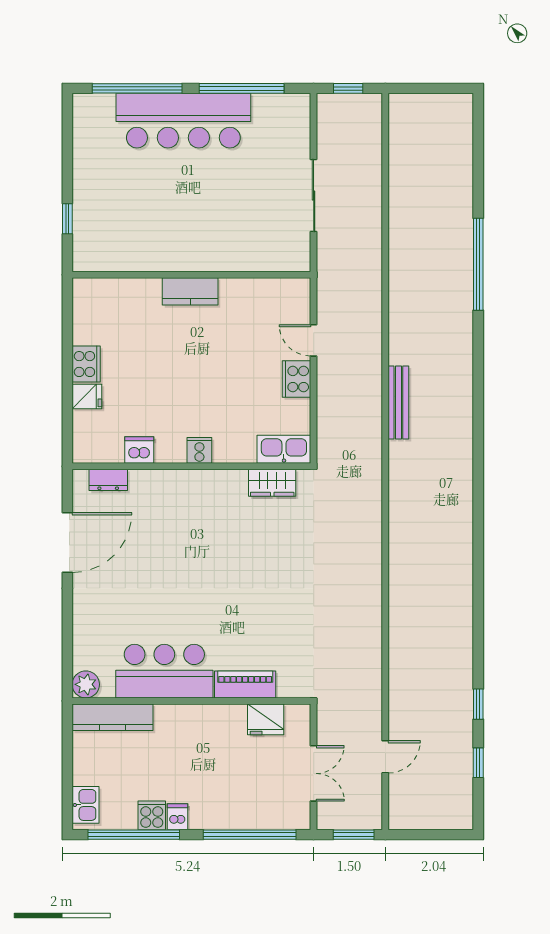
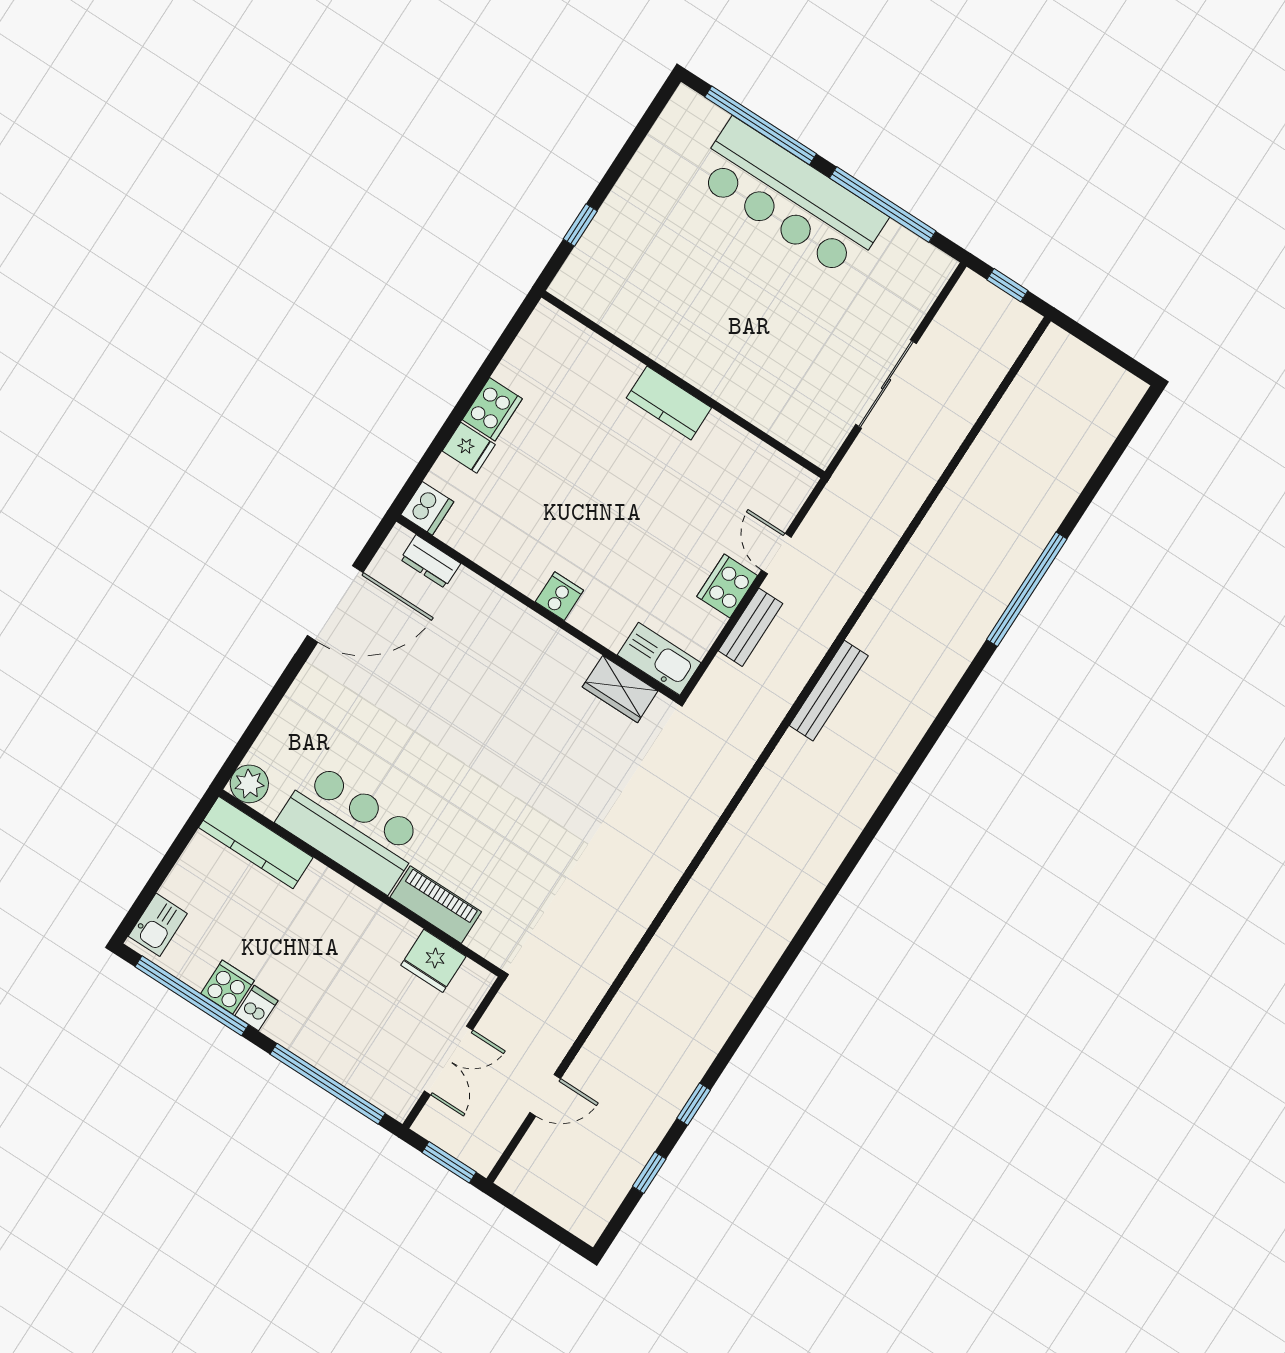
bench: (327, 395) -> (751, 627), added
dishwasher: (139, 450) -> (427, 508), moved, turned 90

